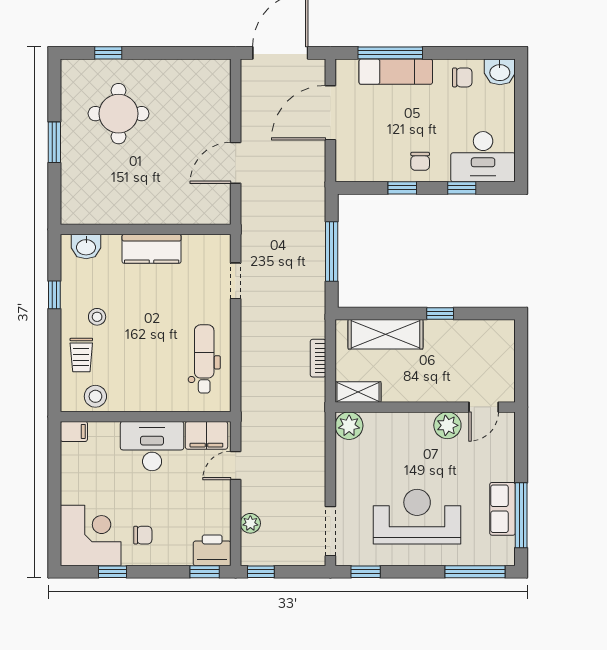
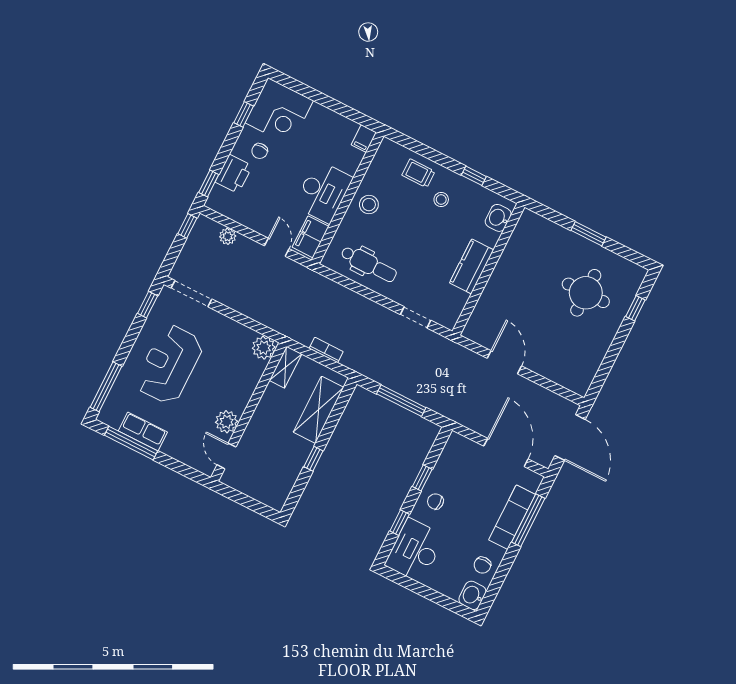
stool: (95, 396) -> (369, 205), moved
reception desk: (417, 517) -> (169, 364), turned 180
printer: (212, 550) -> (234, 174), moved

